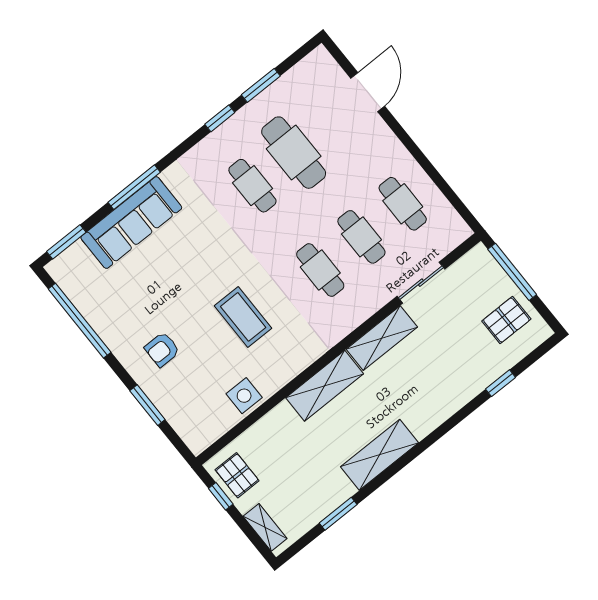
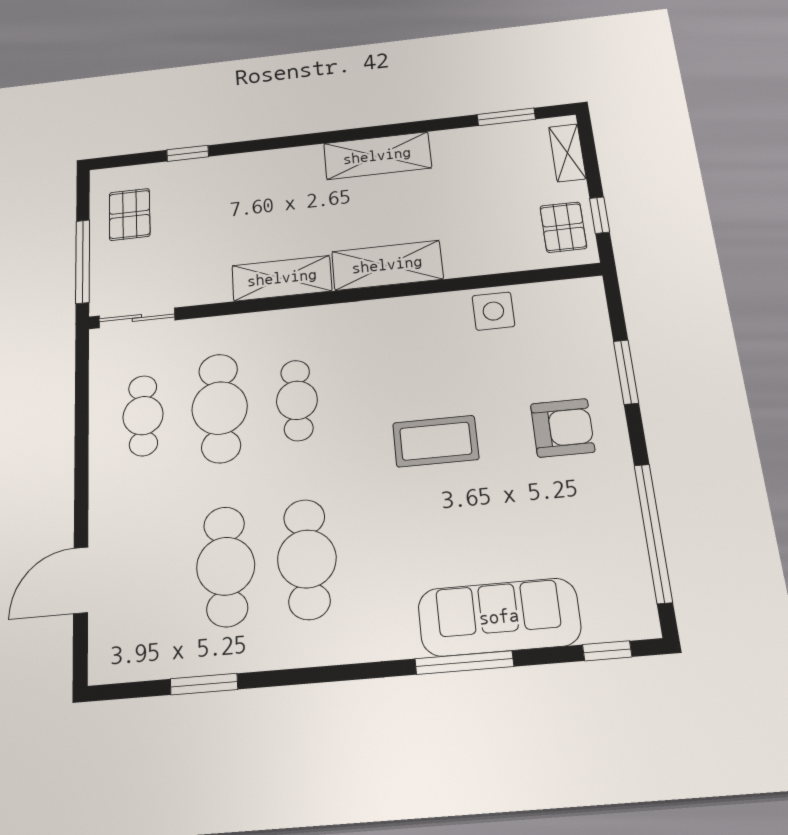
window: (220, 118) -> (287, 677), removed
cafe table: (252, 186) -> (307, 559), width x1.37, depth x1.35
cafe table: (361, 237) -> (220, 408), width x1.37, depth x1.35
window: (66, 242) -> (607, 651), width x0.67
sliding door: (421, 283) -> (137, 318), moved
coffee table: (243, 317) -> (436, 441), moved, turned 90
pallet: (506, 320) -> (130, 214), turned 90
armchair: (162, 349) -> (563, 428), width x1.38, depth x1.38
window: (338, 514) -> (506, 117), moved

